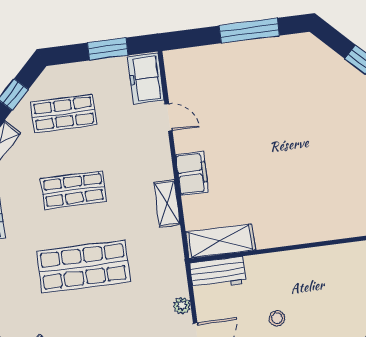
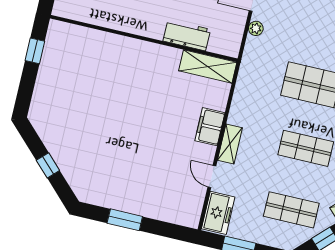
window: (249, 31) -> (125, 220), width x0.69
shelving: (167, 204) -> (230, 144), moved
workbench: (218, 273) -> (187, 35), moved

